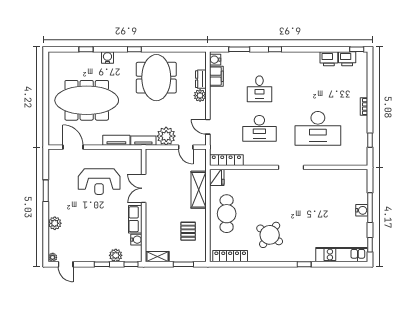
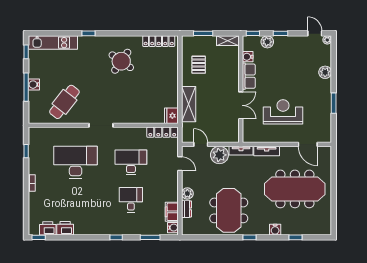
cafe table: (227, 214) -> (64, 102), moved, turned 38

